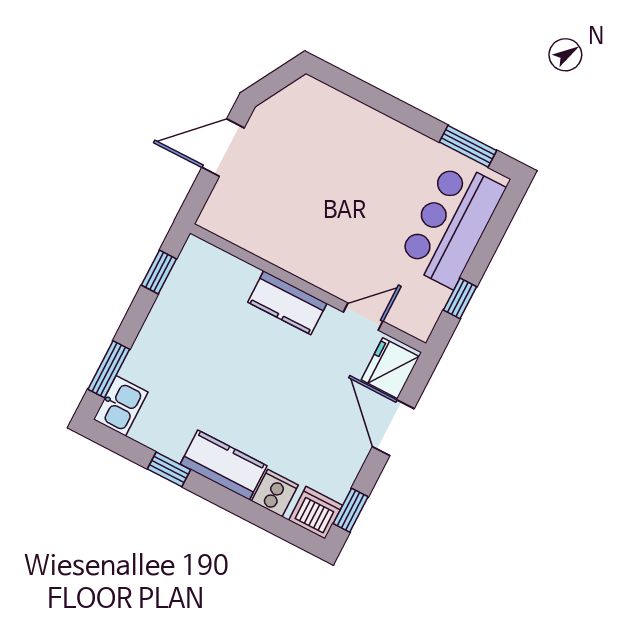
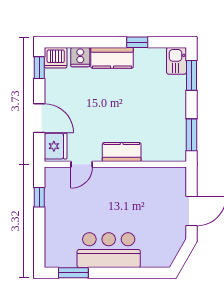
bar counter: (451, 224) -> (109, 250), moved, turned -90
window: (159, 272) -> (191, 135), width x1.50

